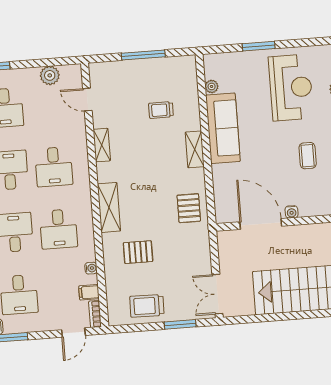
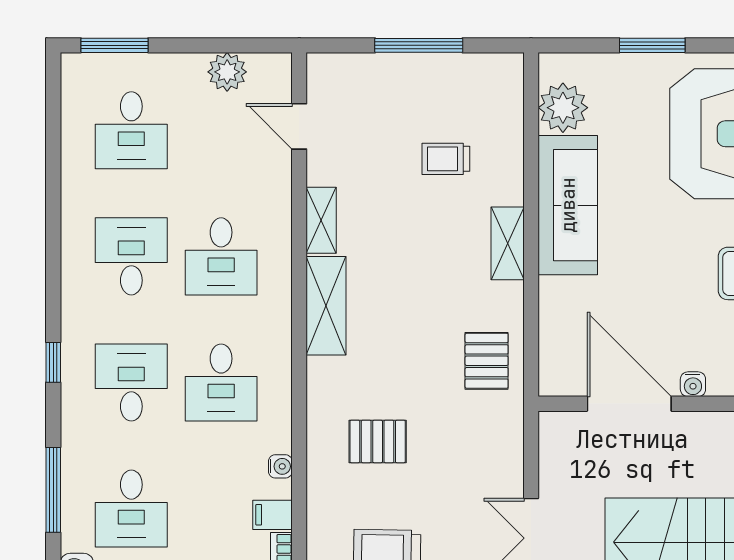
plant: (212, 86) -> (563, 108), width x1.88, depth x1.88
shelving: (109, 207) -> (326, 306), moved

